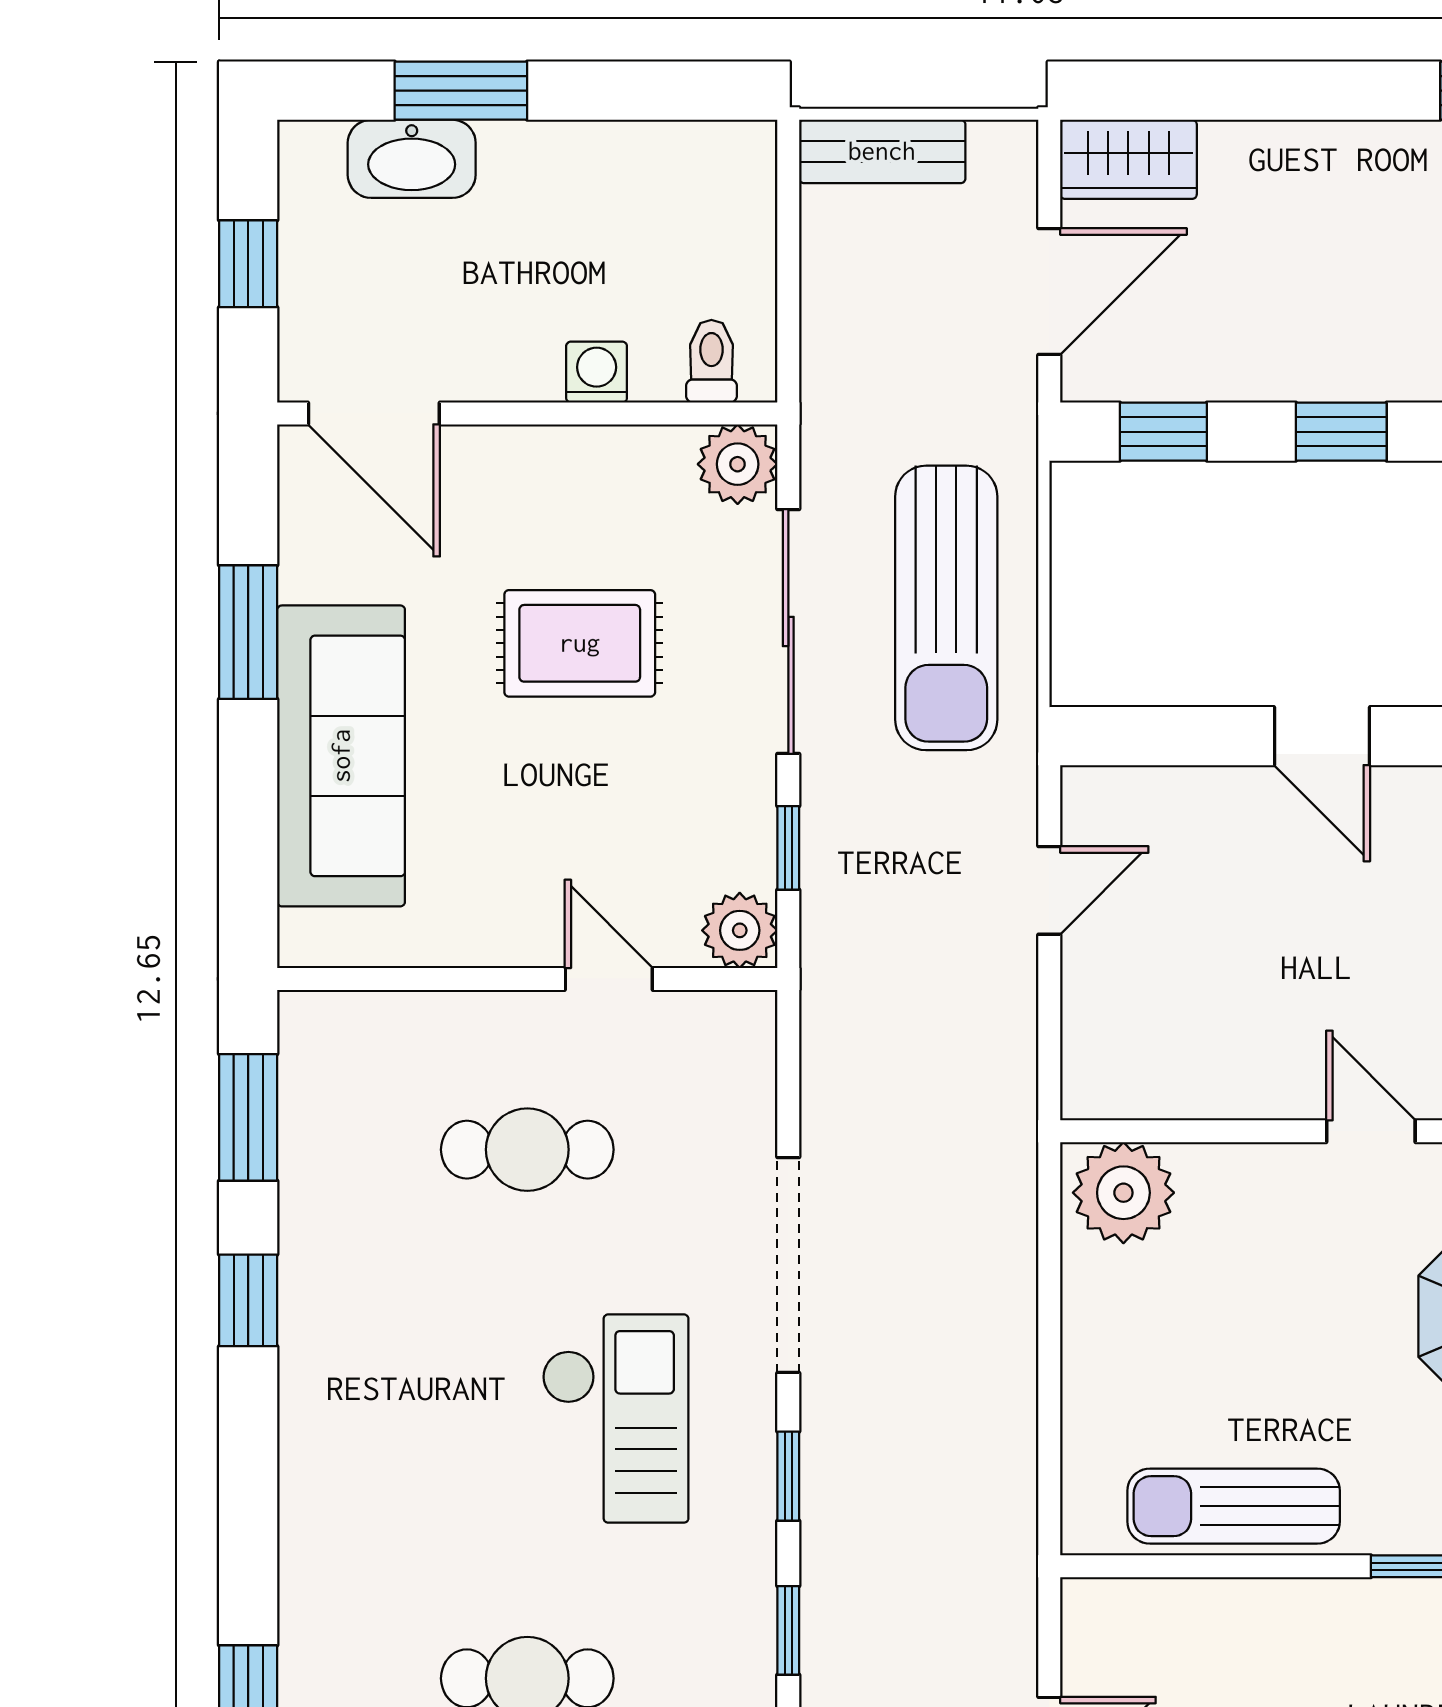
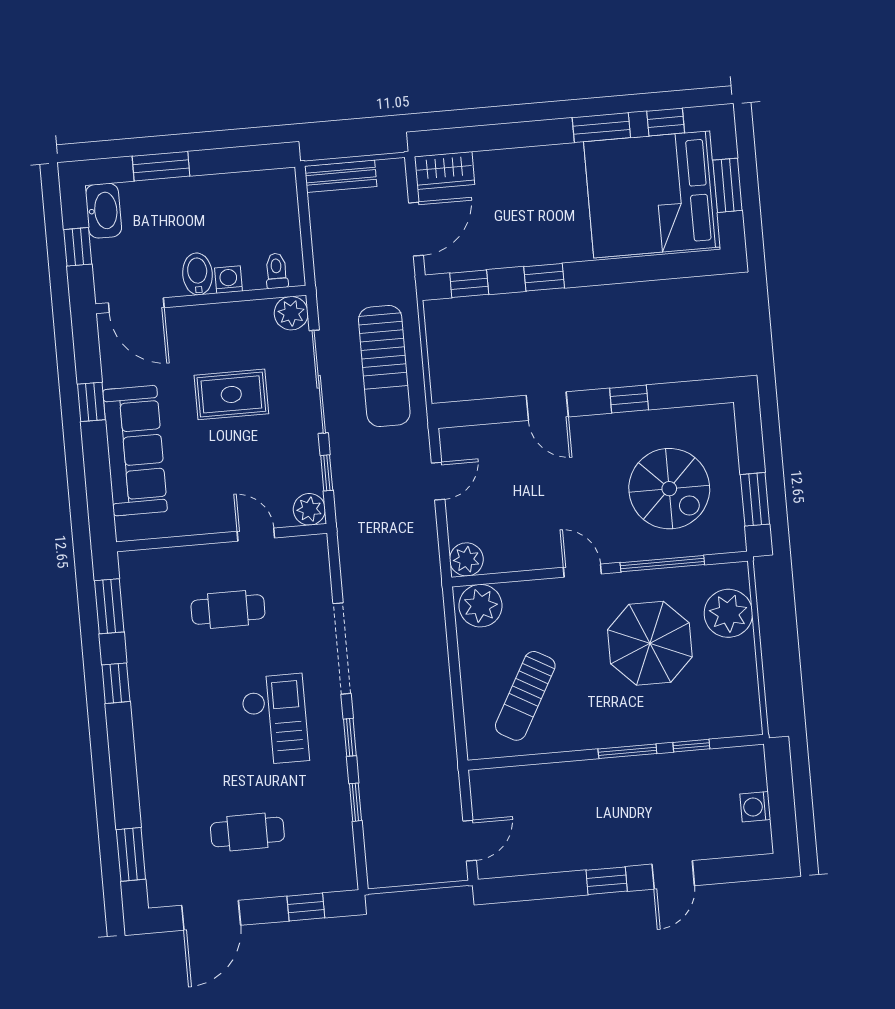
washbasin: (412, 159) -> (104, 211), moved, turned -90
bidet: (525, 352) -> (197, 274), added
window: (248, 632) -> (91, 402), width x0.67
plant: (1100, 1081) -> (466, 559), added
sun lounger: (1234, 1506) -> (525, 696), moved, turned -61

